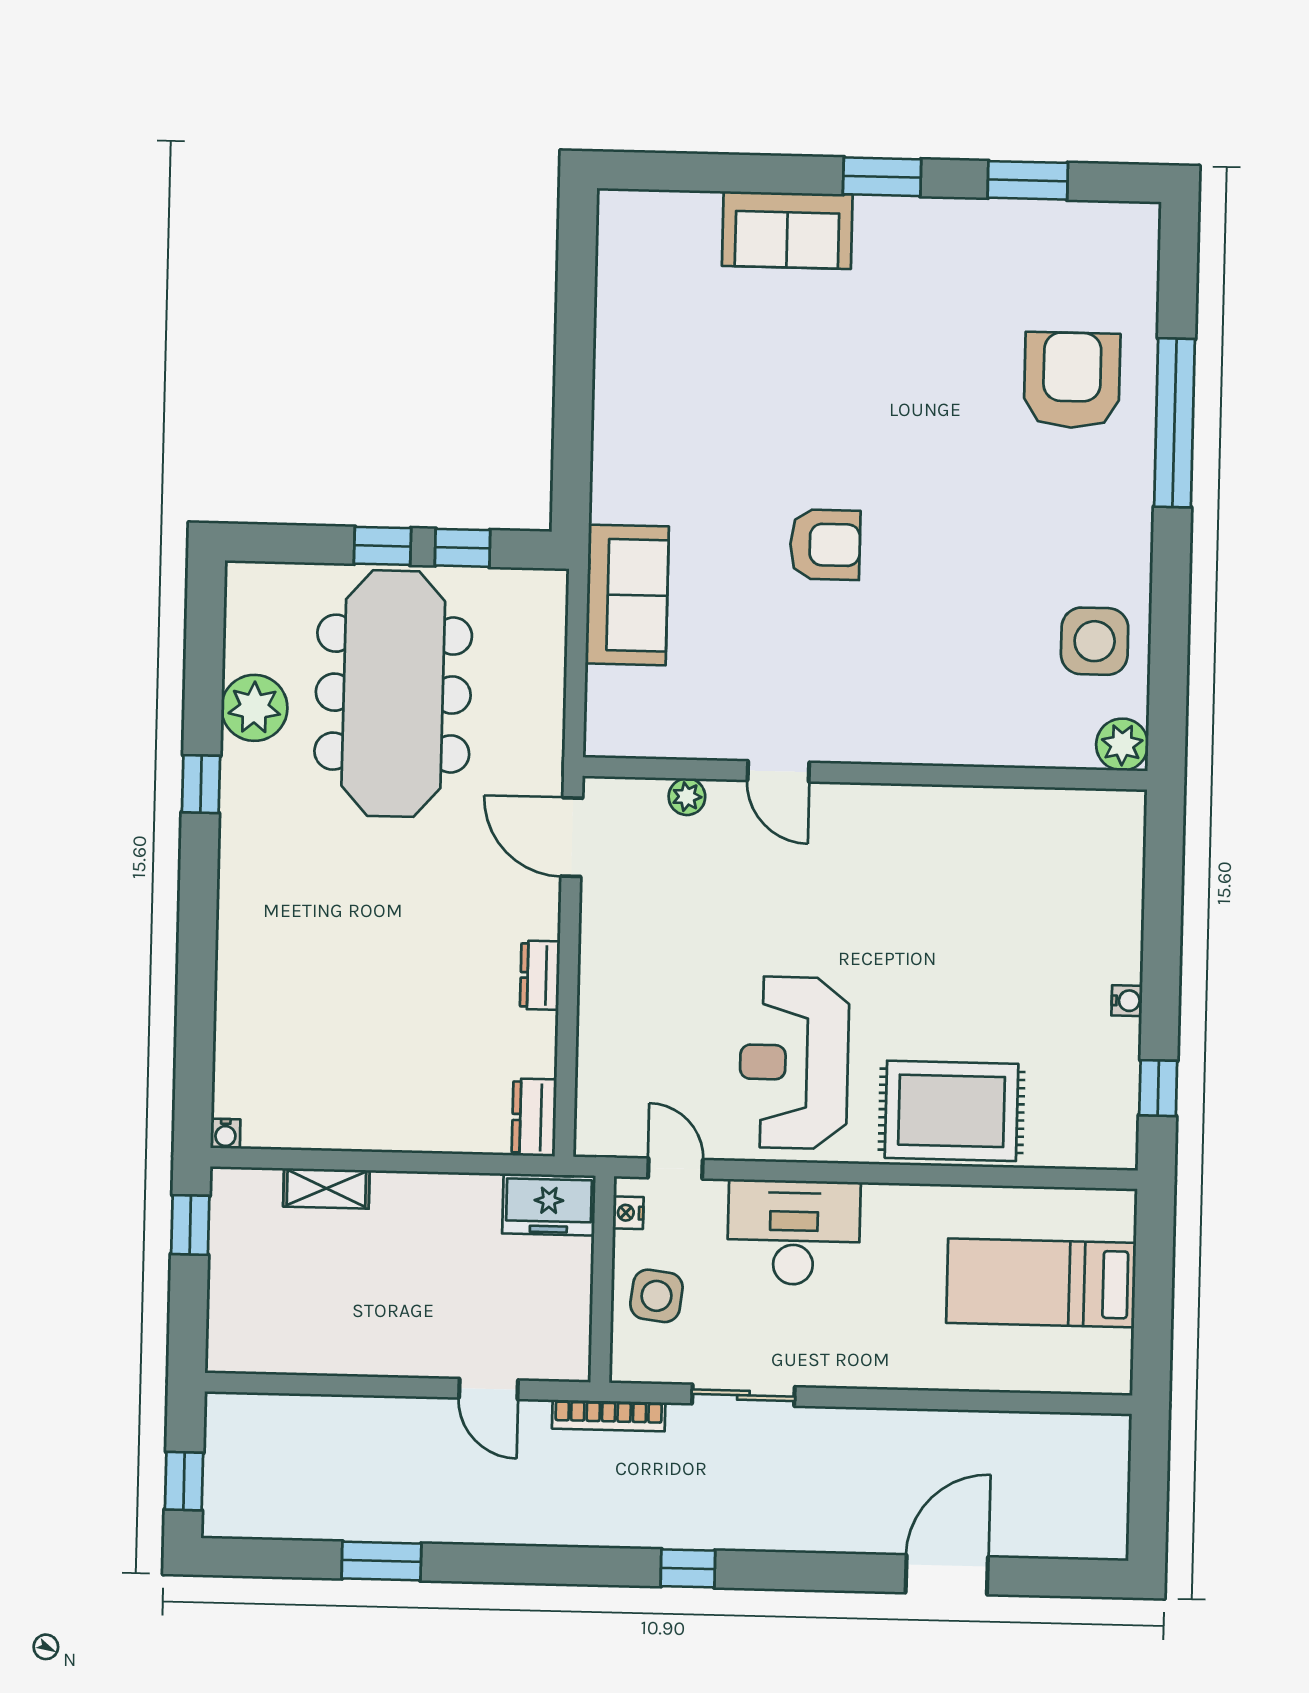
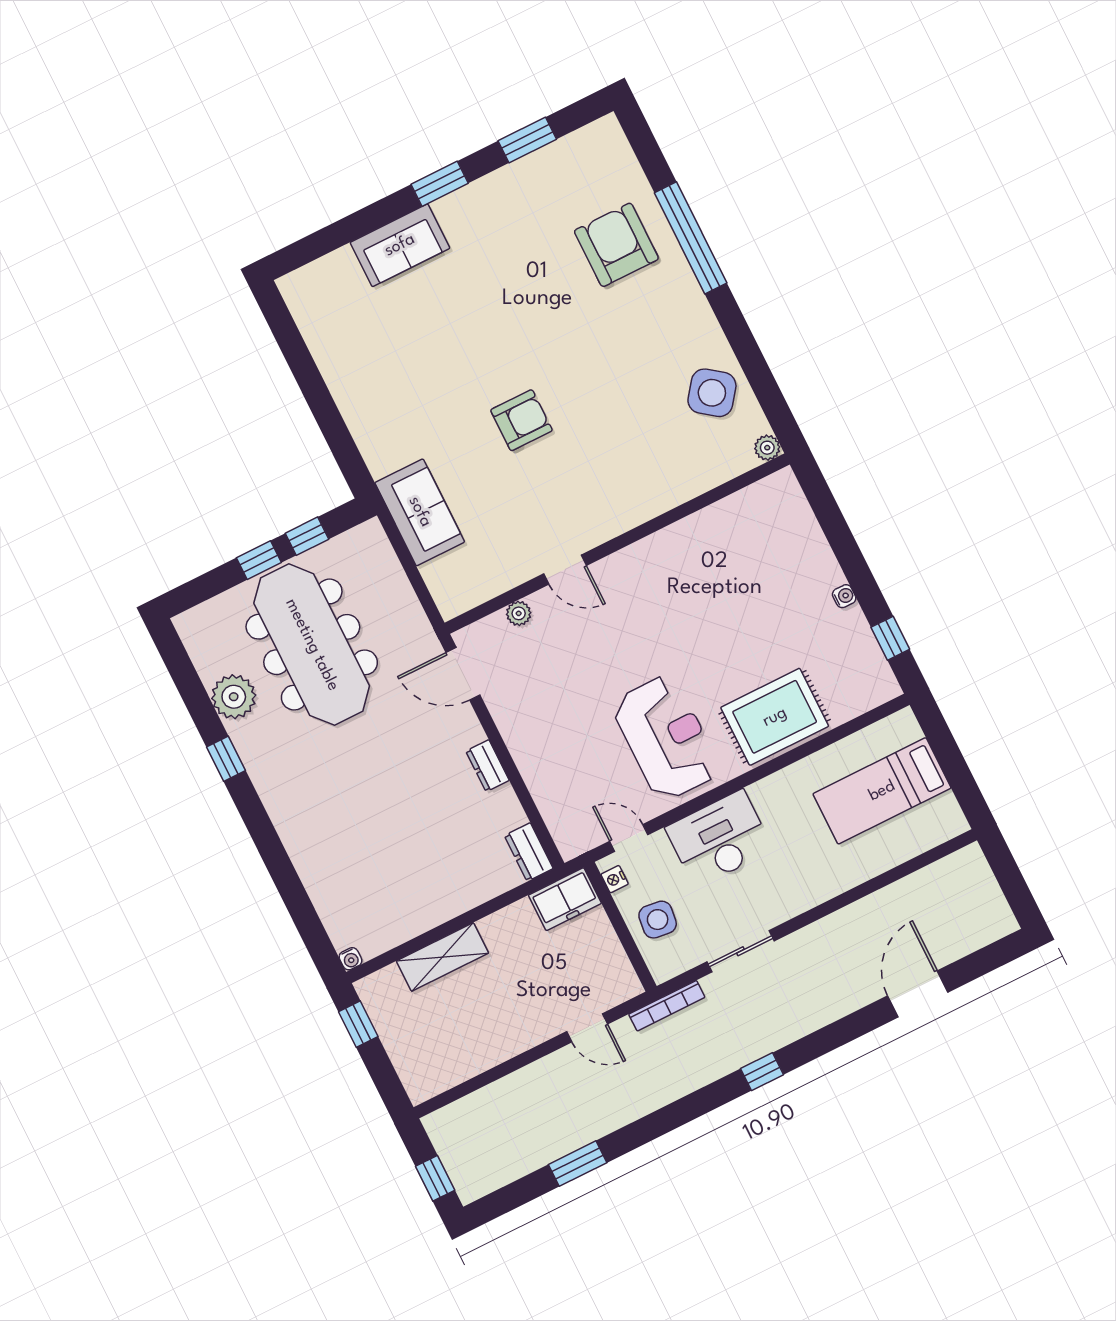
side table: (1095, 641) -> (712, 393), turned 37
plant: (1122, 745) -> (767, 448), width x0.73, depth x0.73
reception desk: (794, 1063) -> (666, 738), turned 180
shelving: (326, 1188) -> (442, 957), width x1.50, depth x1.33

